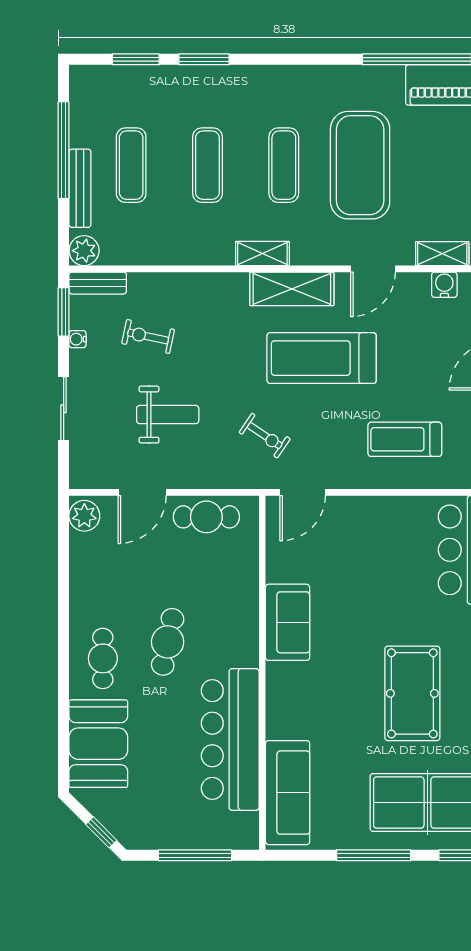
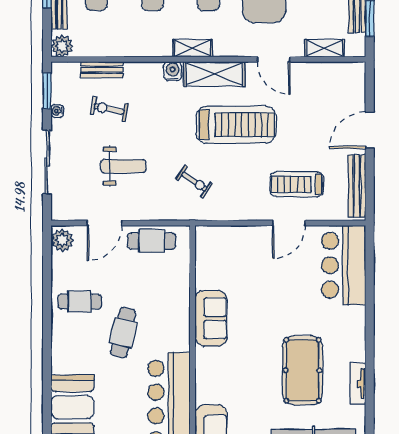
door: (373, 269) -> (274, 59), hinge flipped
bench: (98, 283) -> (102, 70), moved
water cooler: (444, 285) -> (173, 71), moved
treadmill: (322, 358) -> (236, 125), turned 180
sliding door: (64, 409) -> (47, 162), width x1.37
door: (303, 492) -> (289, 223), moved
cafe table: (103, 658) -> (80, 302), moved, turned 90

